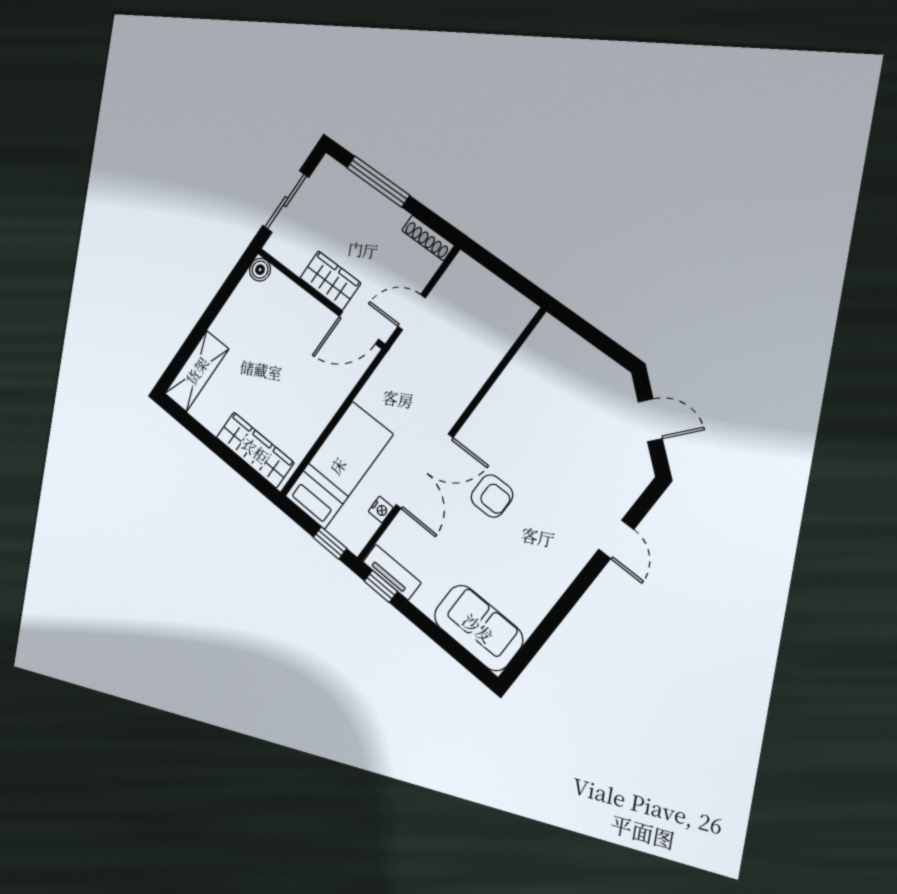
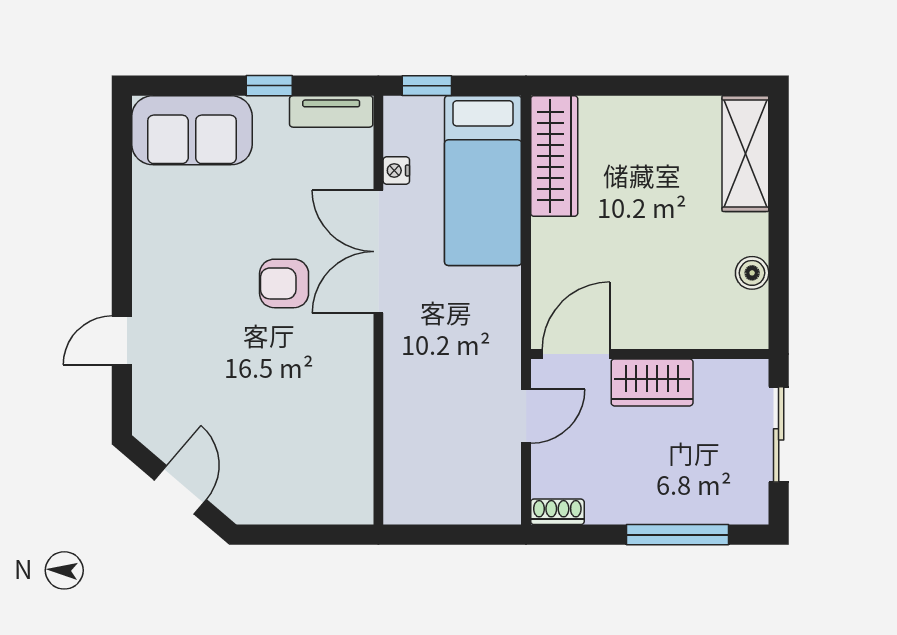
shoe rack: (428, 238) -> (557, 512), width x0.70
boiler: (260, 270) -> (752, 273), moved
door: (650, 420) -> (180, 490), swing flipped
wardrobe: (255, 450) -> (554, 156), moved, turned -90
door: (616, 539) -> (122, 340), hinge flipped
window: (381, 586) -> (269, 86), moved

